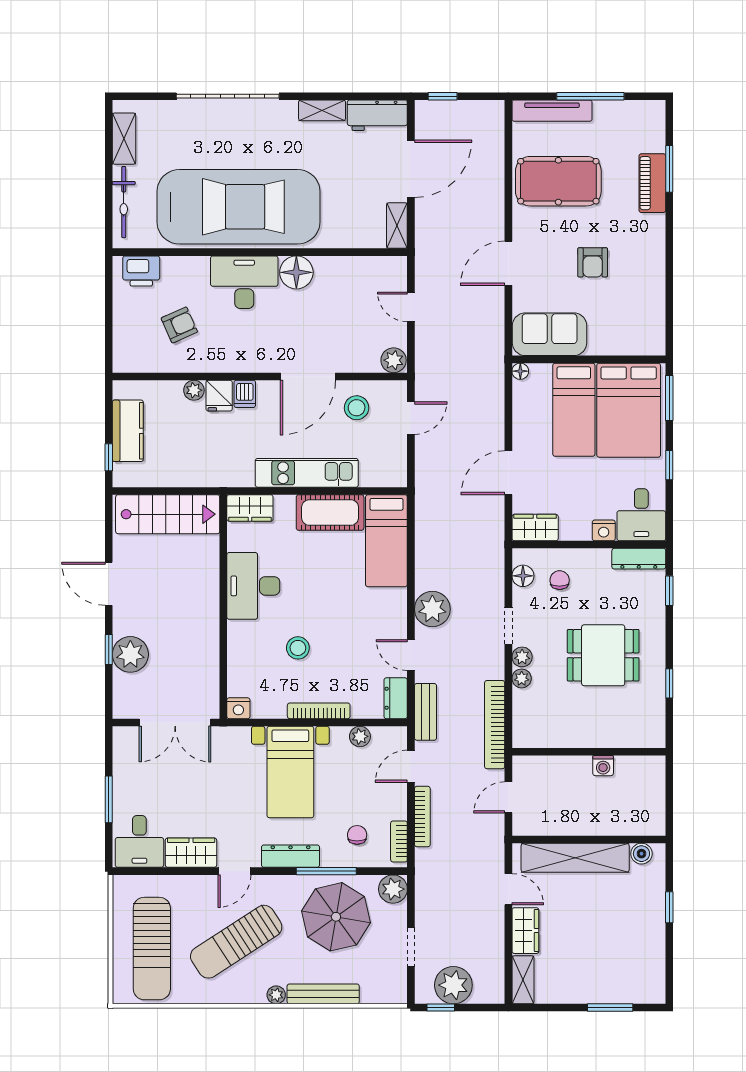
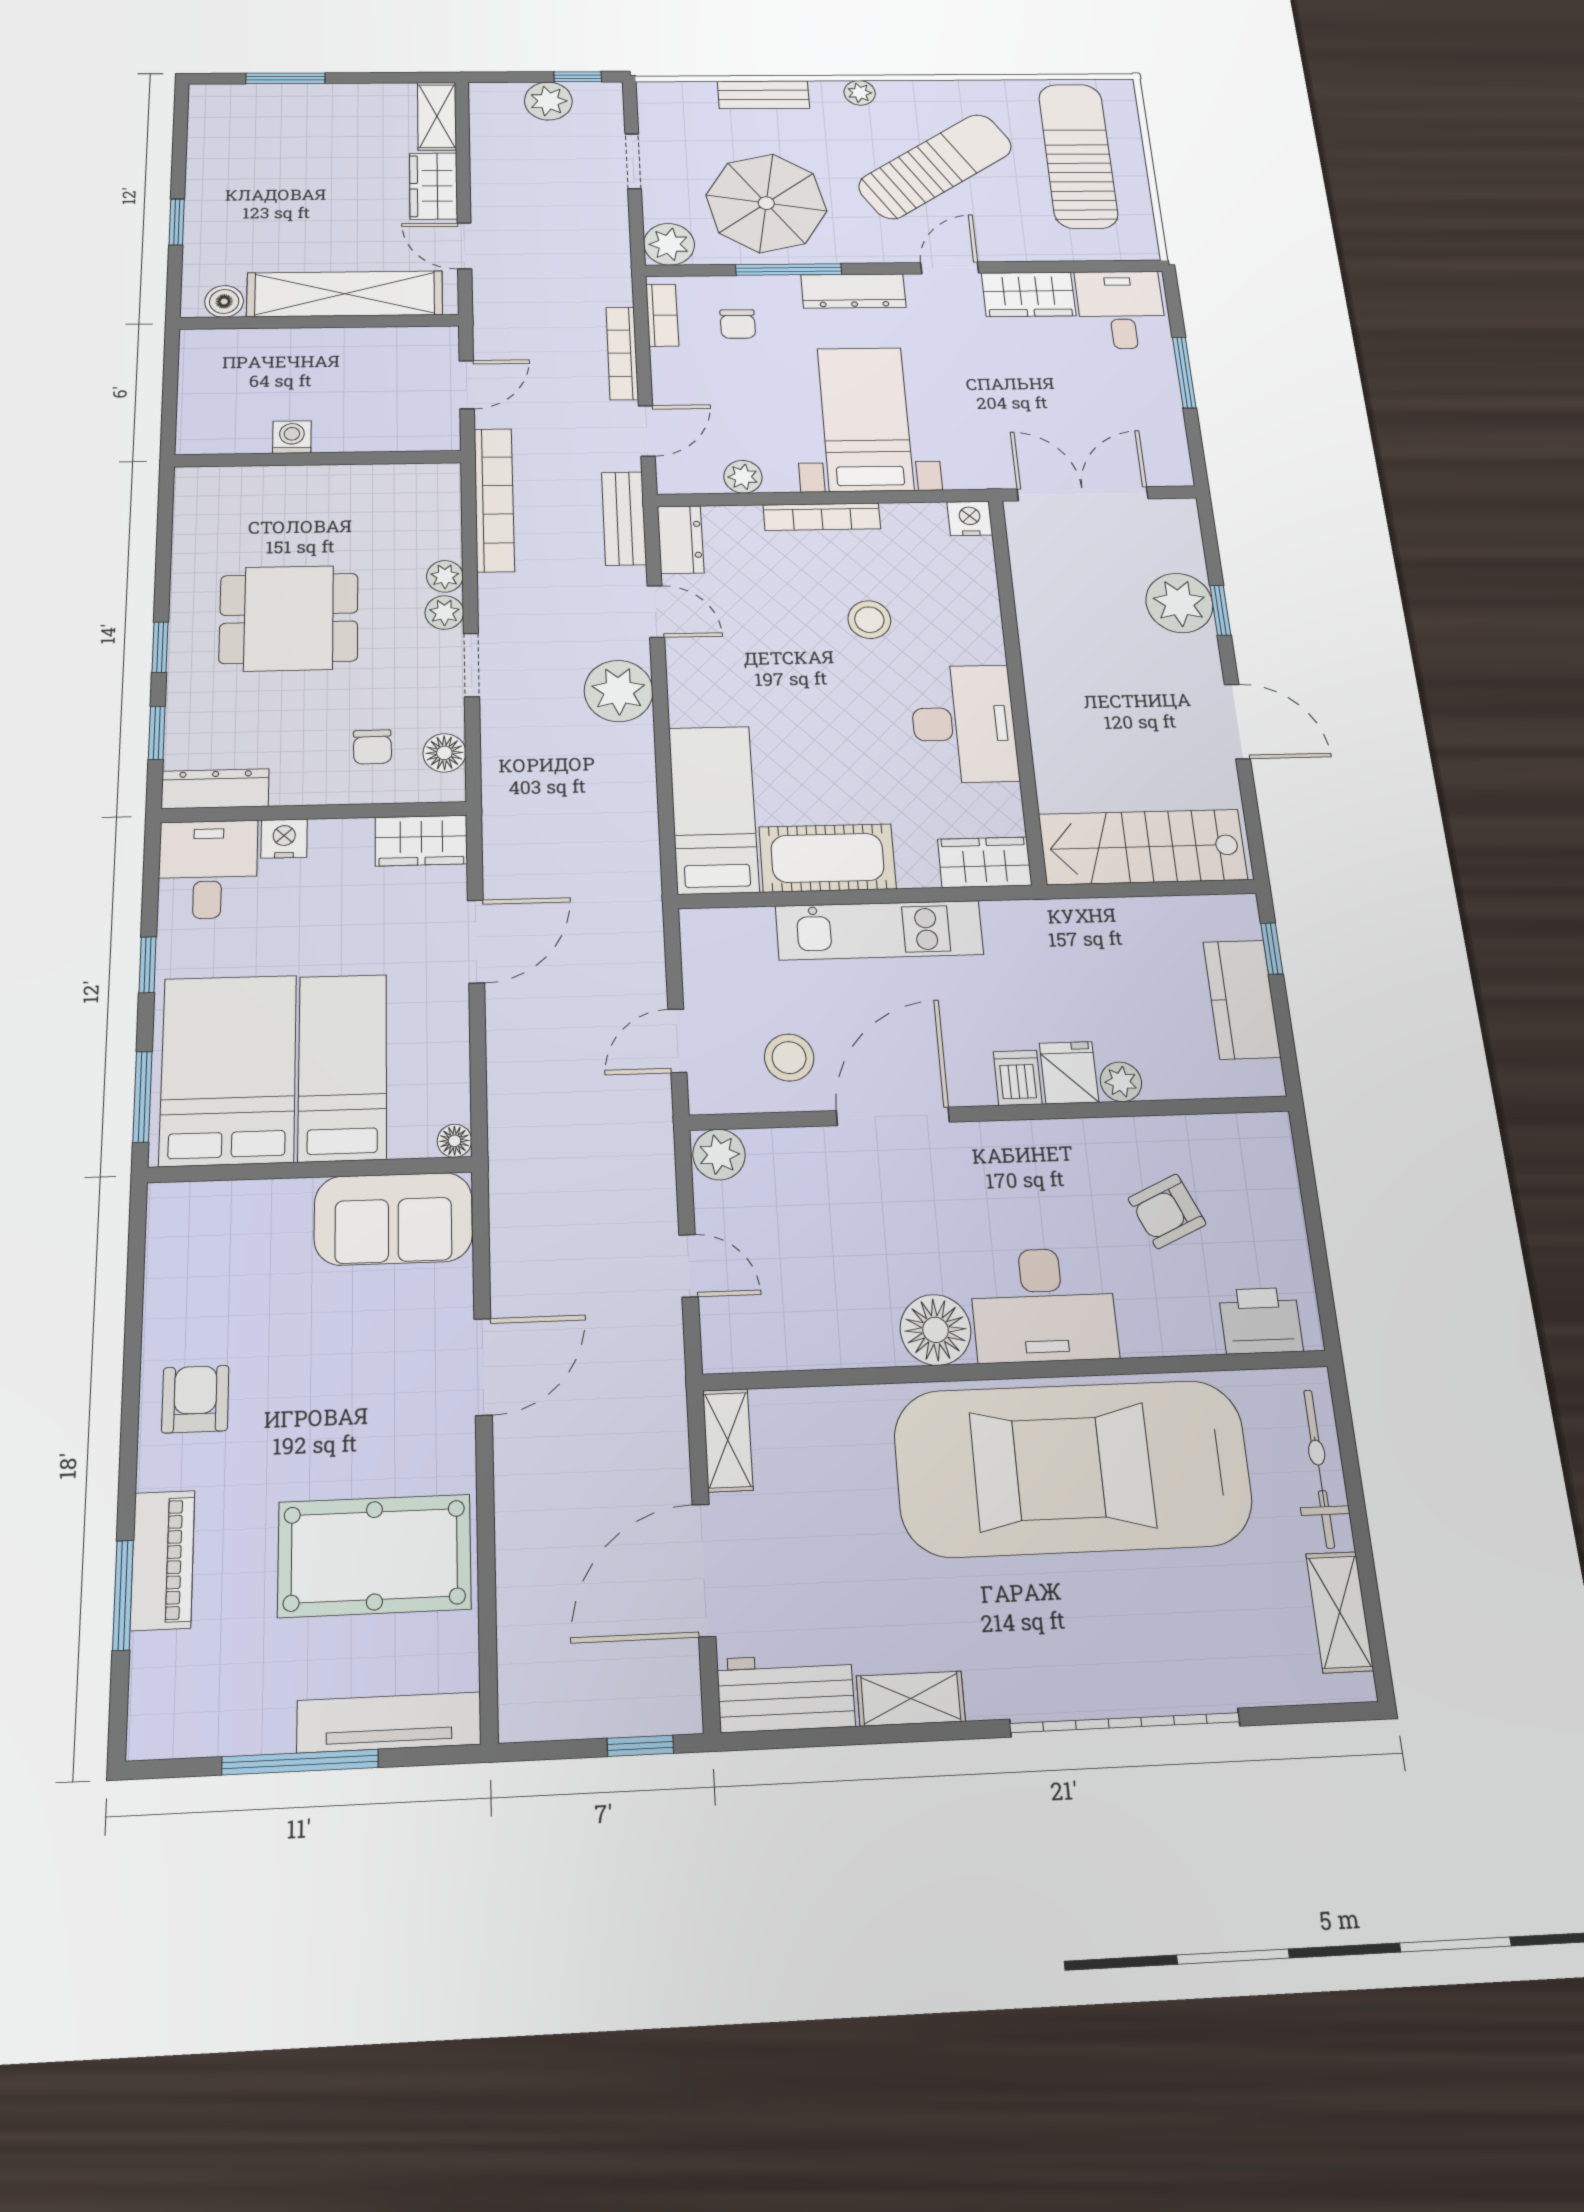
armchair: (593, 262) -> (195, 1399), moved
window: (669, 683) -> (160, 647), moved
plant: (453, 985) -> (548, 101), width x0.73, depth x0.73
bench: (323, 994) -> (763, 95), width x0.73

